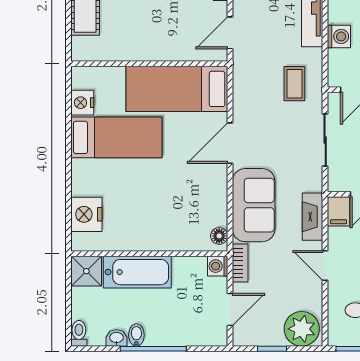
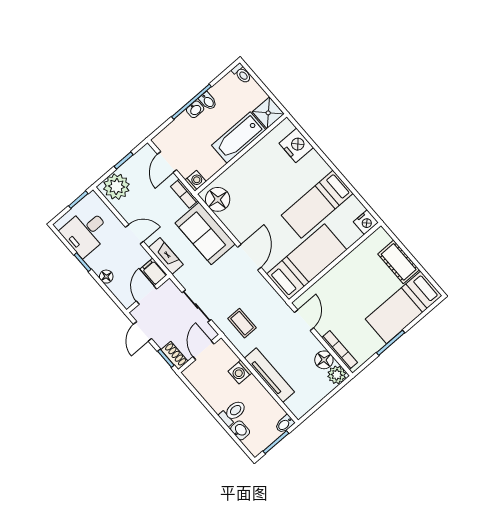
nightstand: (82, 103) -> (366, 222), moved, turned 90
floor lamp: (219, 236) -> (218, 199), width x1.89, depth x1.89
washbasin: (116, 338) -> (195, 109), moved

